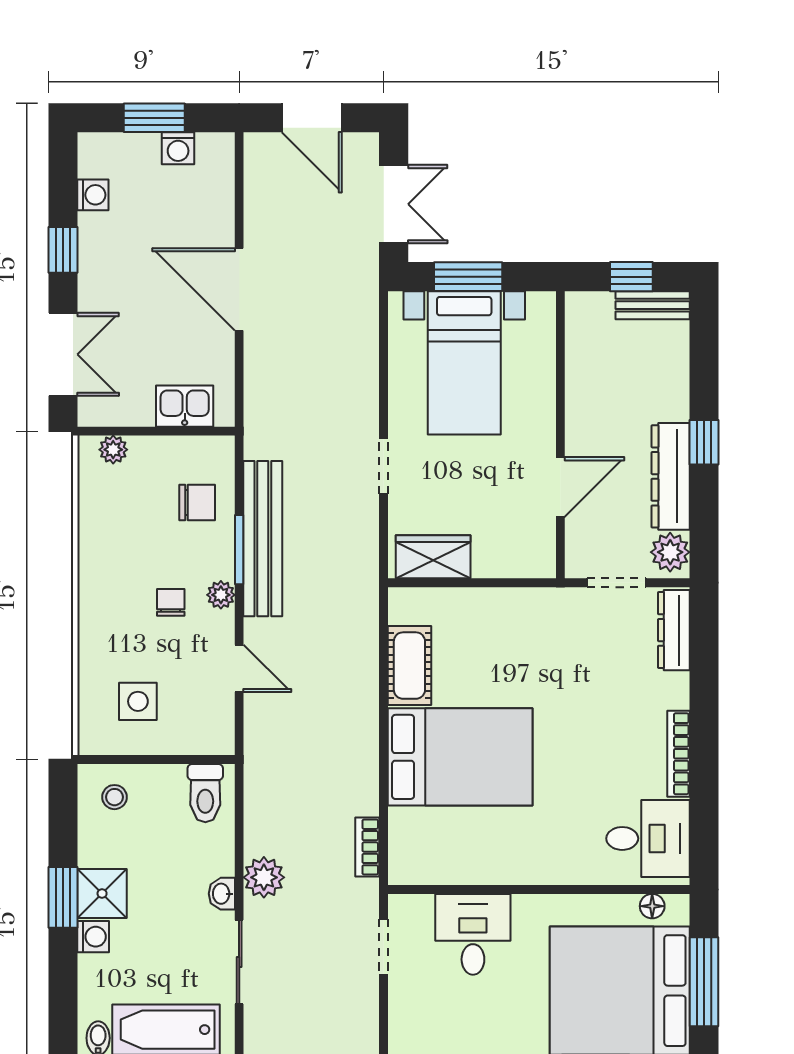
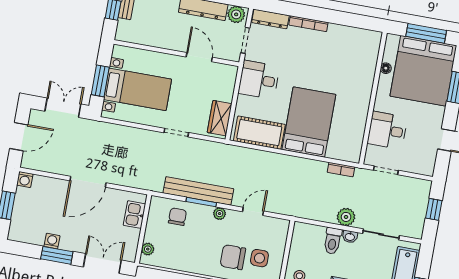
washing machine: (178, 148) -> (25, 179), moved, turned 90
washing machine: (93, 195) -> (52, 241), moved
window: (63, 250) -> (57, 255), width x1.50
chair: (171, 602) -> (233, 257), moved, width x1.87, depth x1.87
cot: (409, 666) -> (259, 133), width x1.37, depth x1.34
bookcase: (679, 754) -> (308, 24), moved
toilet: (205, 793) -> (333, 241), moved, turned 90
desk: (648, 838) -> (259, 80), moved, turned -90
floor lamp: (652, 906) -> (386, 68), moved

